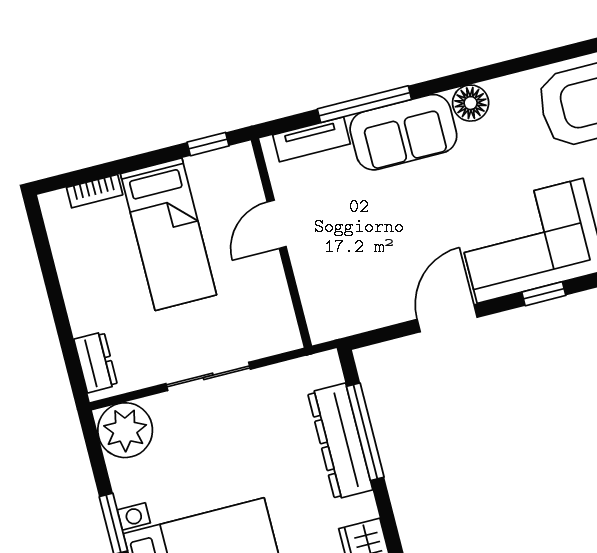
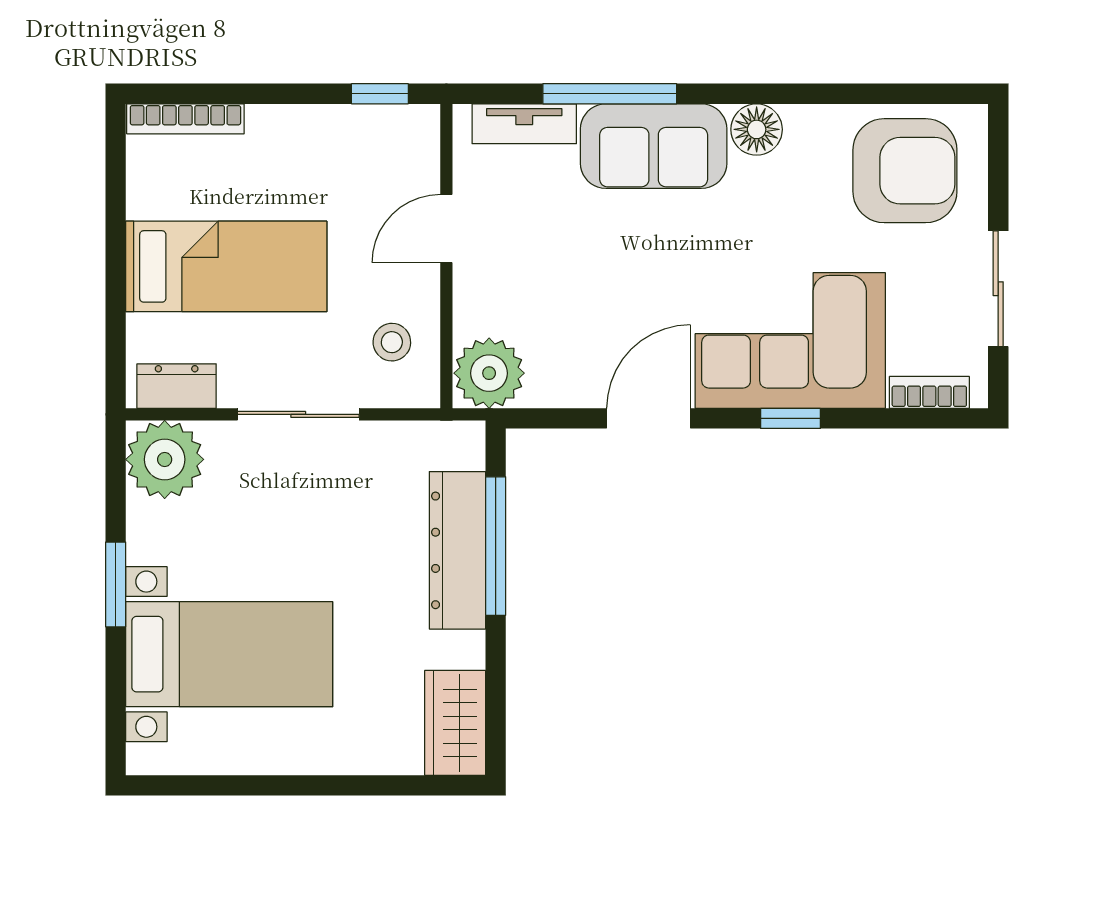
bookcase: (95, 191) -> (185, 119), width x1.56
bed: (169, 234) -> (226, 266), moved, turned -90
stool: (259, 311) -> (392, 342), added
plant: (331, 315) -> (489, 373), added
dresser: (96, 362) -> (177, 386), moved, turned -90

